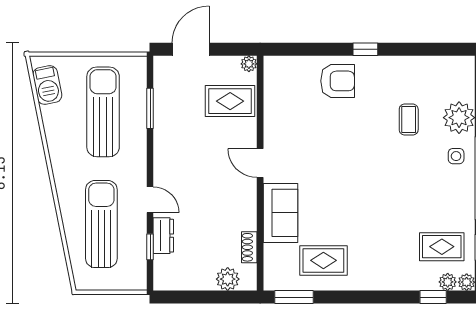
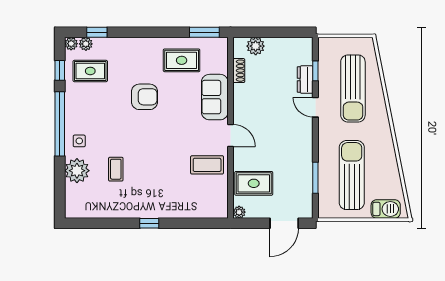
armchair: (338, 81) -> (145, 97), moved, turned 180
barbecue: (47, 85) -> (386, 209), moved, turned 101
sun lounger: (103, 112) -> (352, 175), turned 180
coffee table: (290, 125) -> (207, 165), added

